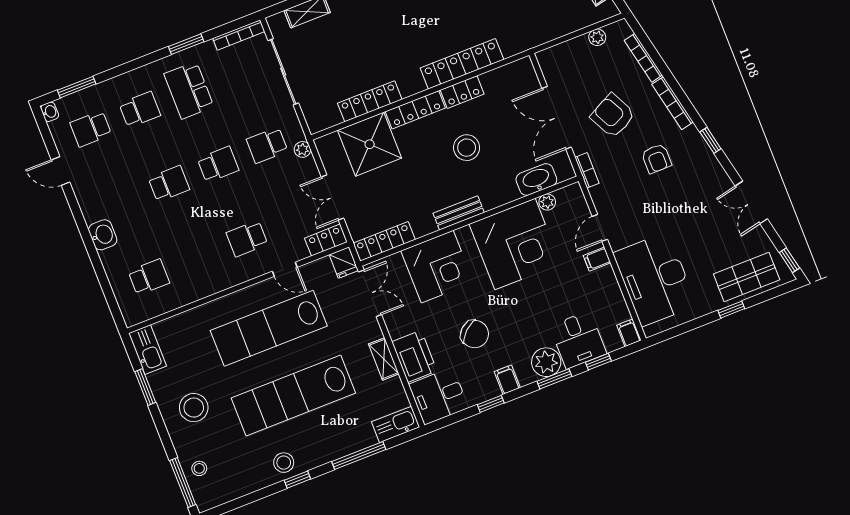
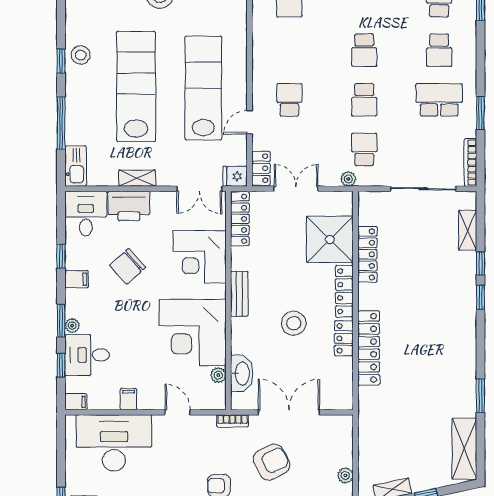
filing cabinet: (597, 259) -> (128, 399), moved
plant: (546, 362) -> (72, 326), width x0.53, depth x0.53

